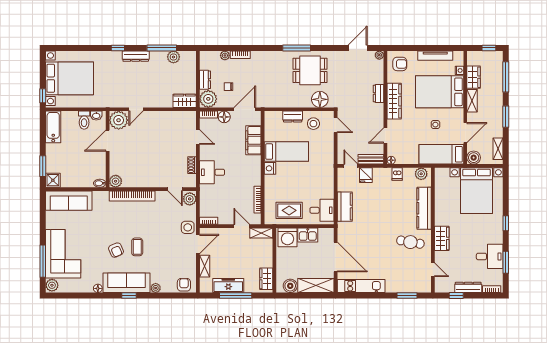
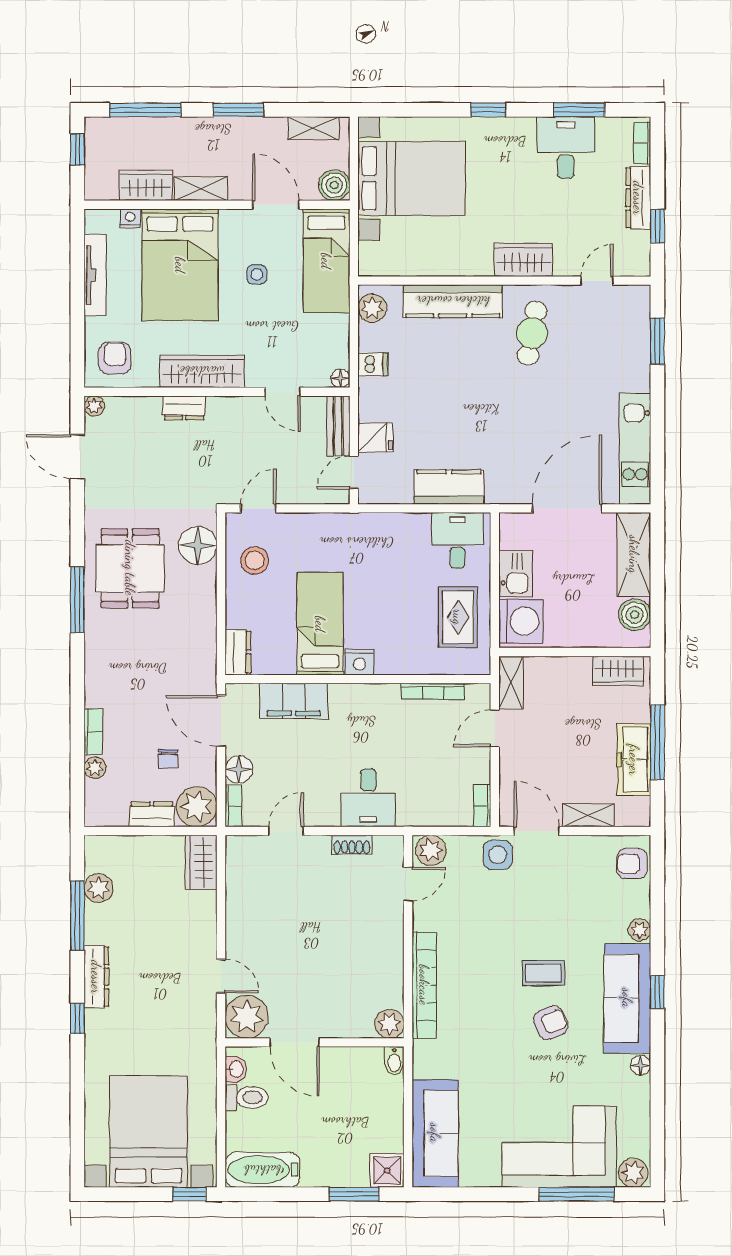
dresser: (293, 117) -> (238, 652), moved

